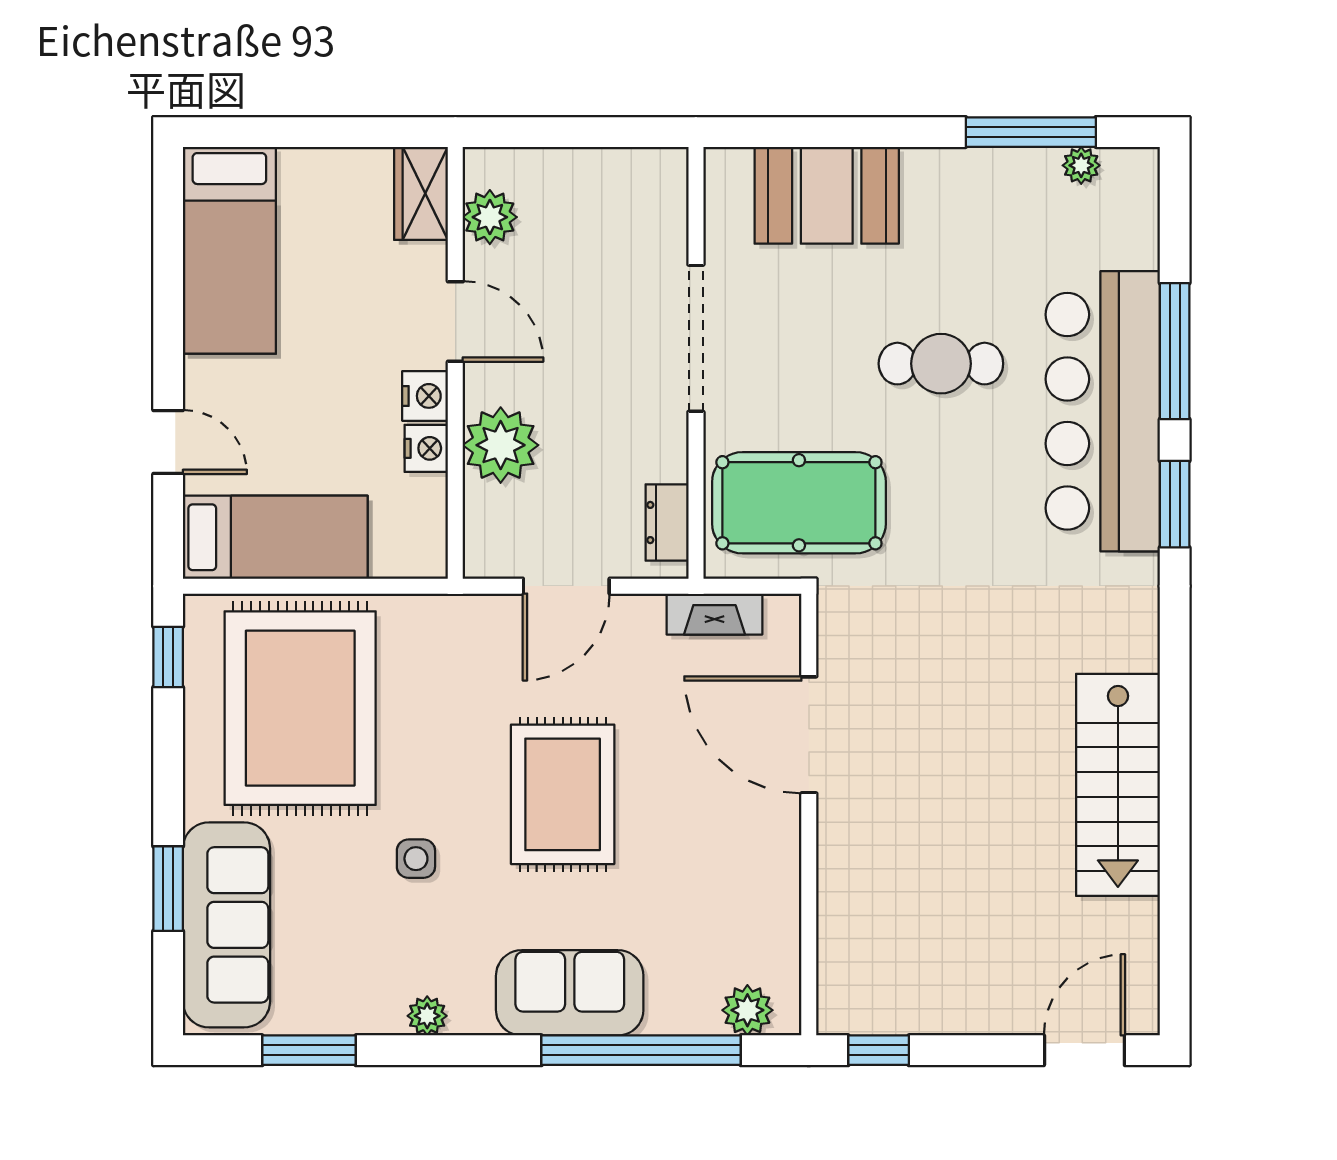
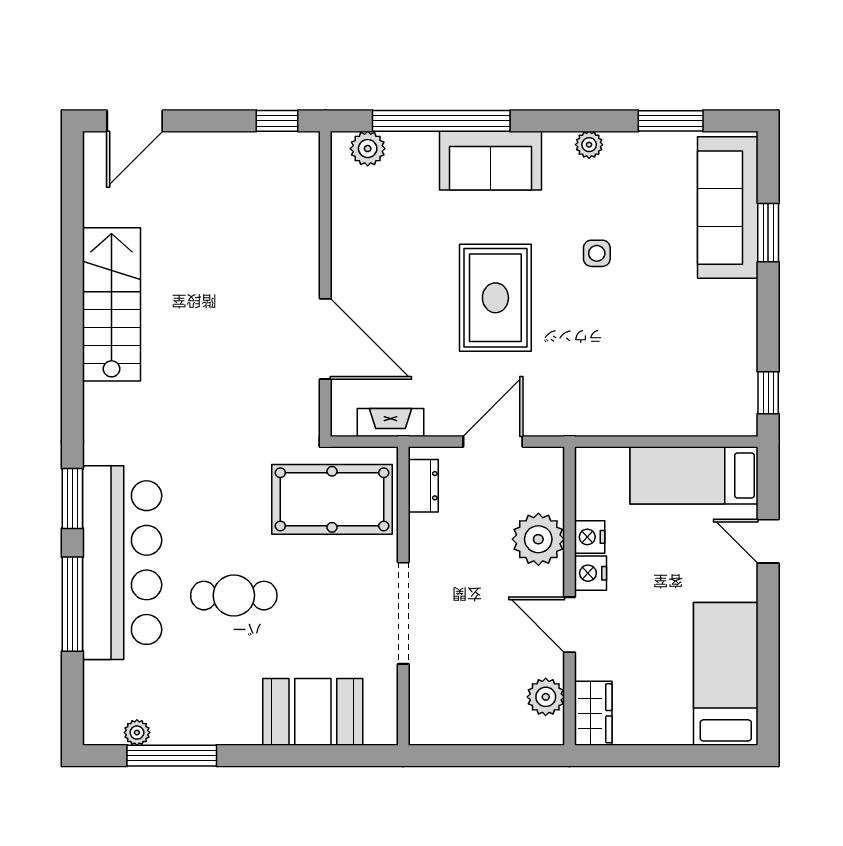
rug: (300, 708) -> (677, 357), removed

